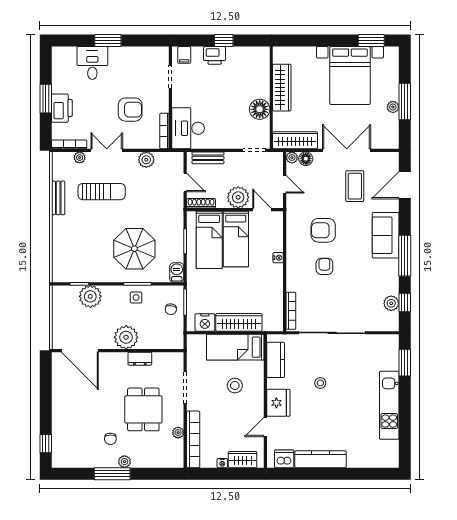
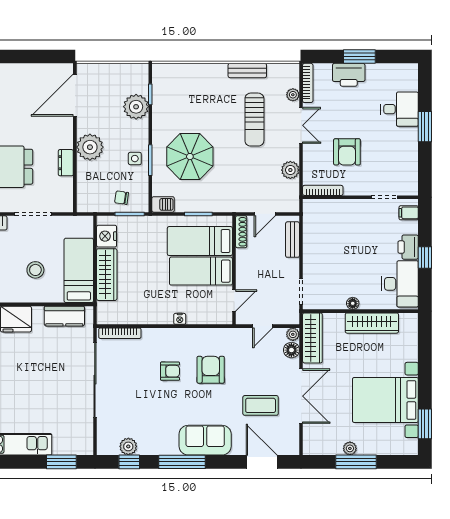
floor lamp: (260, 109) -> (353, 303), width x0.53, depth x0.53
desk: (188, 128) -> (400, 284), moved, turned 90
plant: (238, 197) -> (248, 274), removed
stool: (320, 383) -> (38, 366), removed

